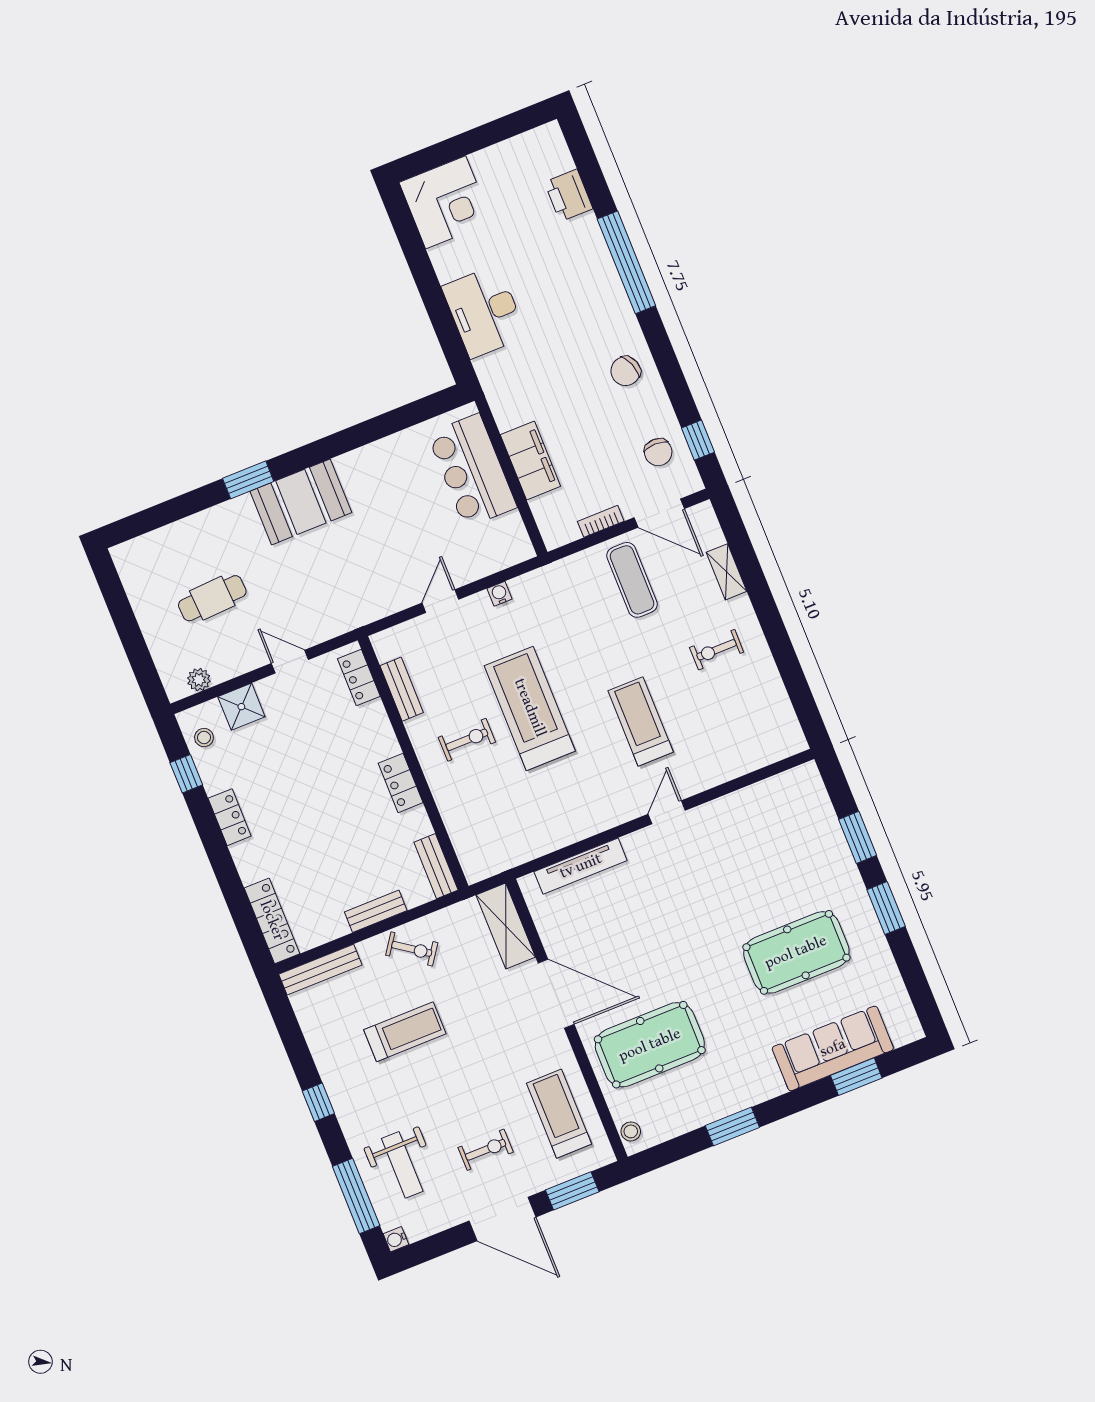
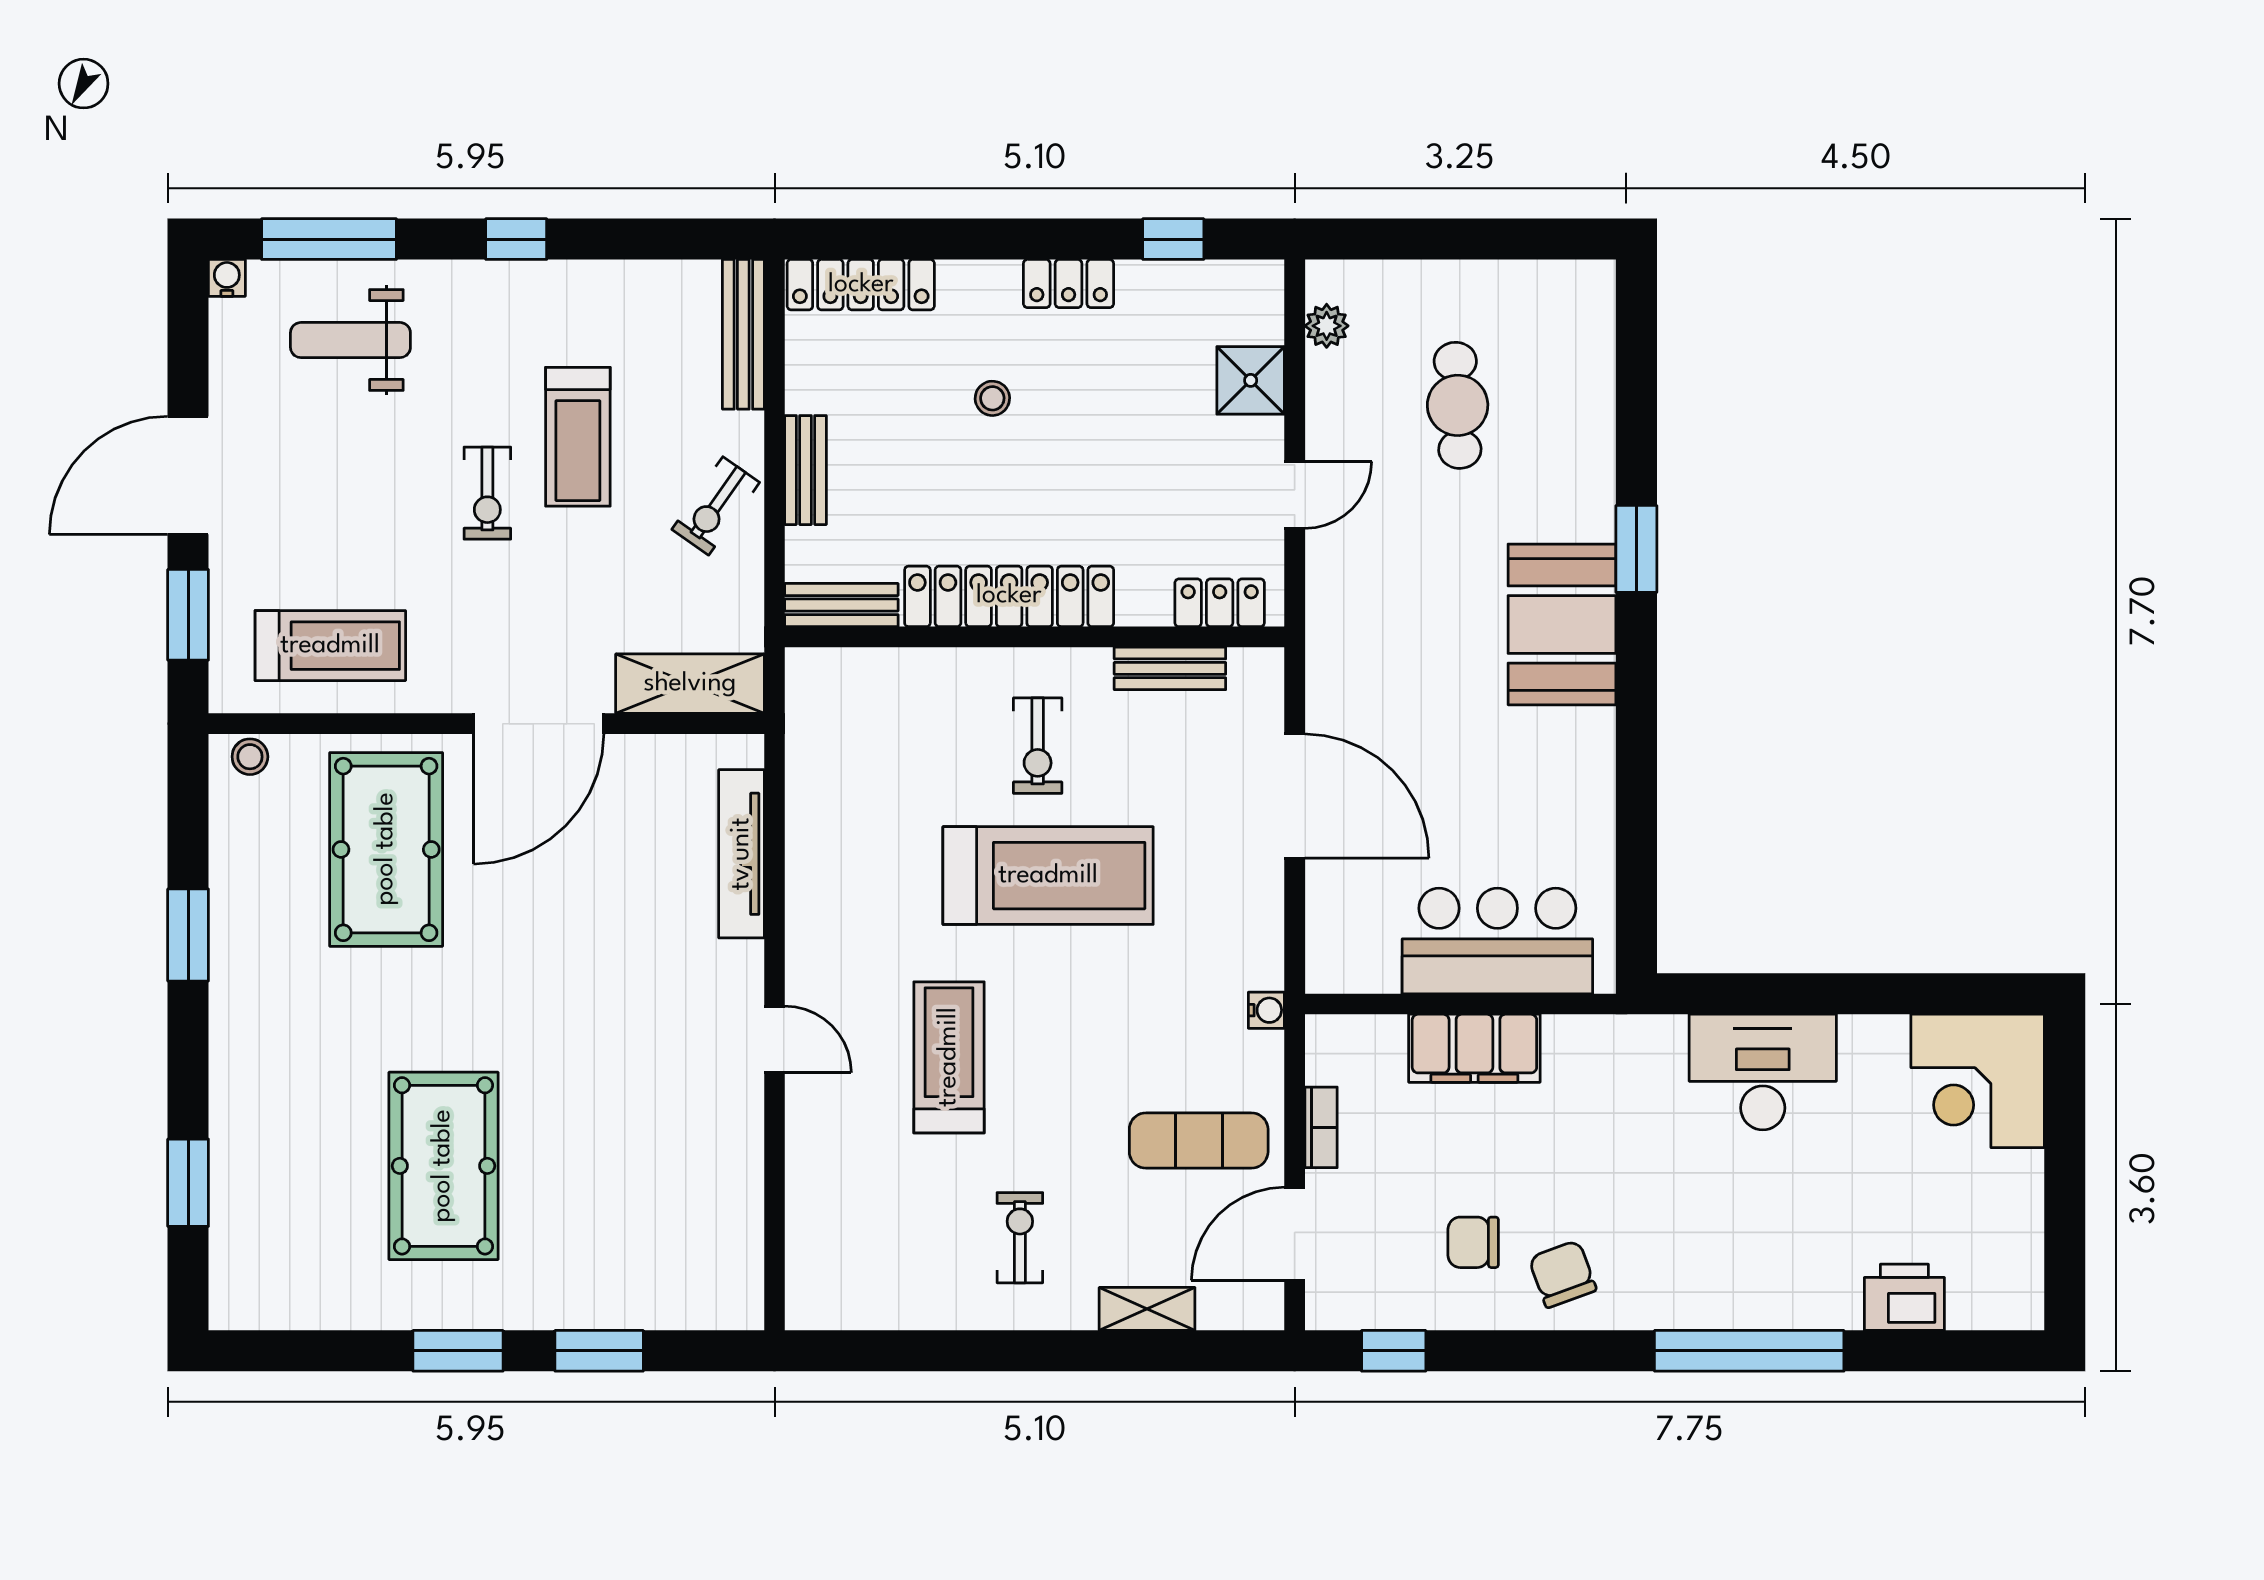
chair: (658, 452) -> (1473, 1242), moved
water cooler: (500, 594) -> (1266, 1010), moved
door: (440, 601) -> (1295, 796), width x1.87
treadmill: (641, 721) -> (949, 1057), turned -90
stool: (204, 738) -> (992, 398), moved
locker: (401, 783) -> (1009, 596), width x2.16, depth x1.21
sofa: (833, 1048) -> (253, 1162), removed
exercise bike: (486, 1150) -> (487, 493), moved

